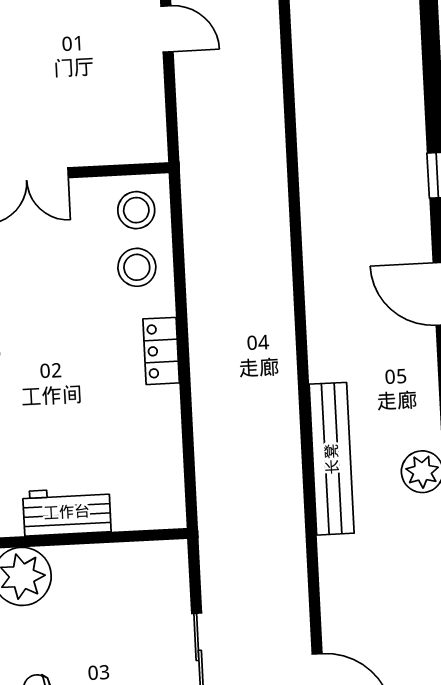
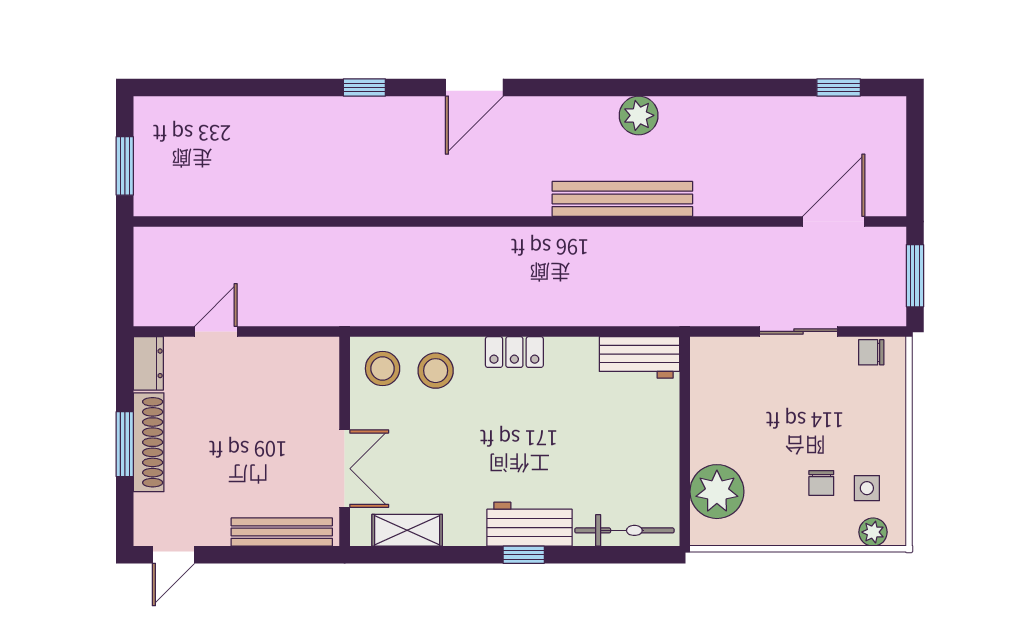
workbench: (67, 512) -> (639, 357), moved, turned -90

